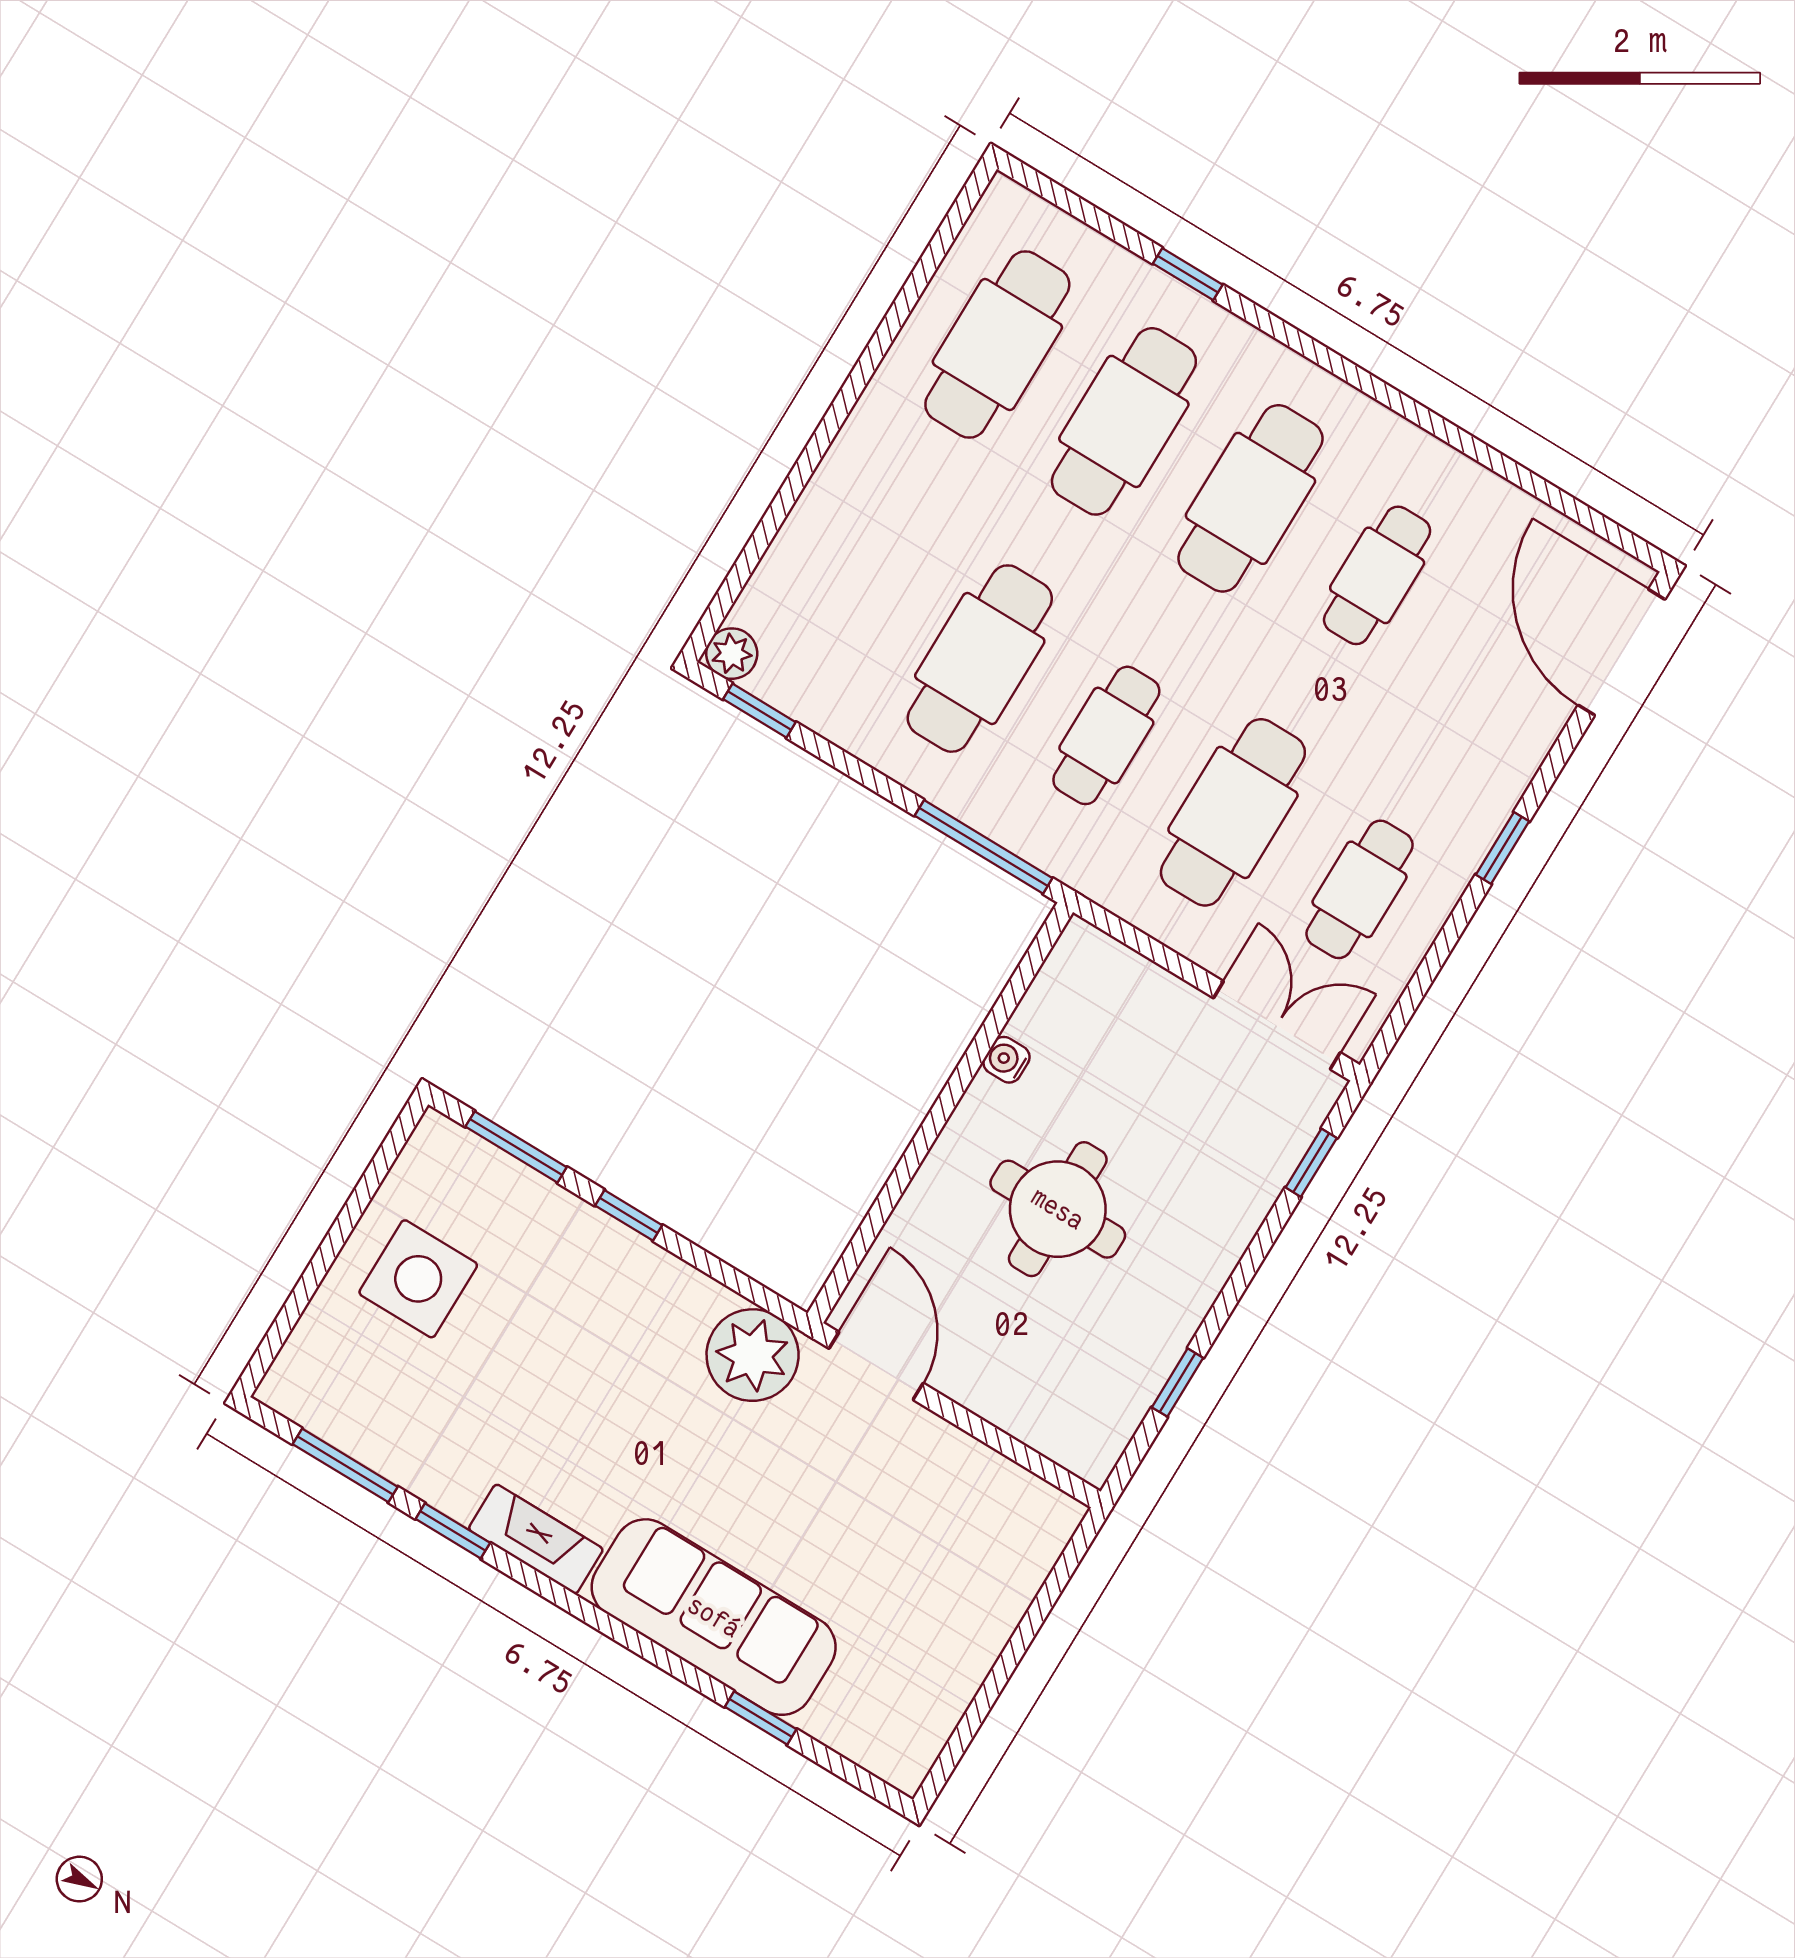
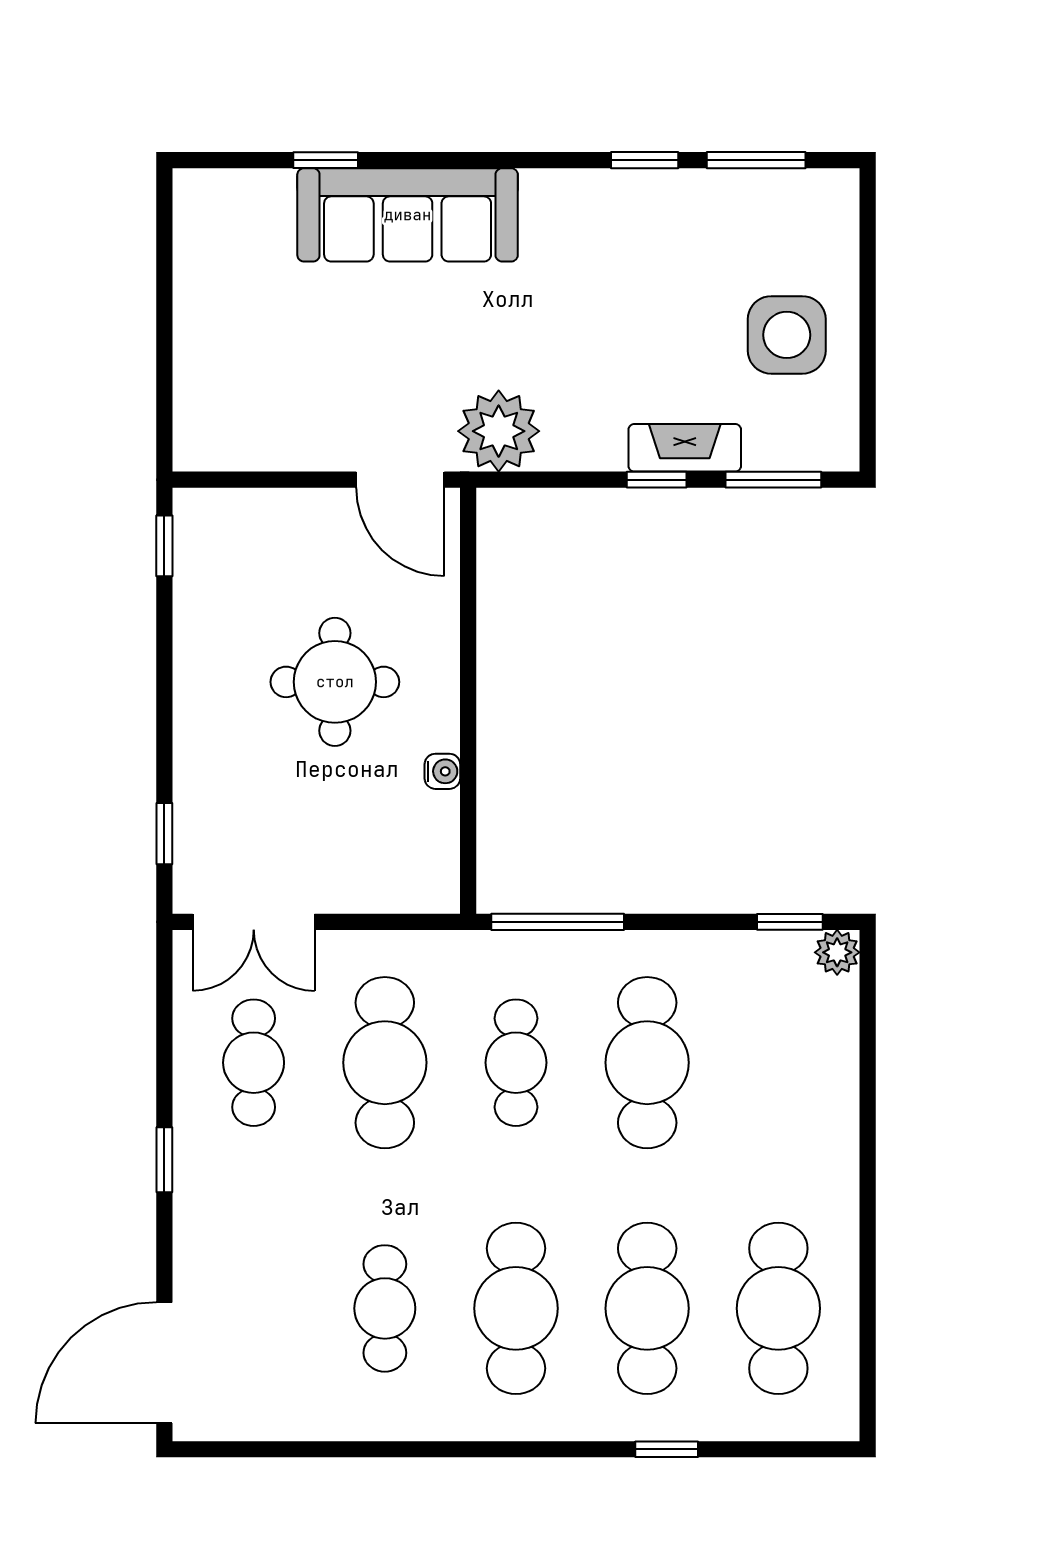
door: (1622, 652) -> (164, 1363), swing flipped
window: (1178, 1383) -> (164, 546), moved
fireplace: (536, 1539) -> (685, 448), moved, turned 180

